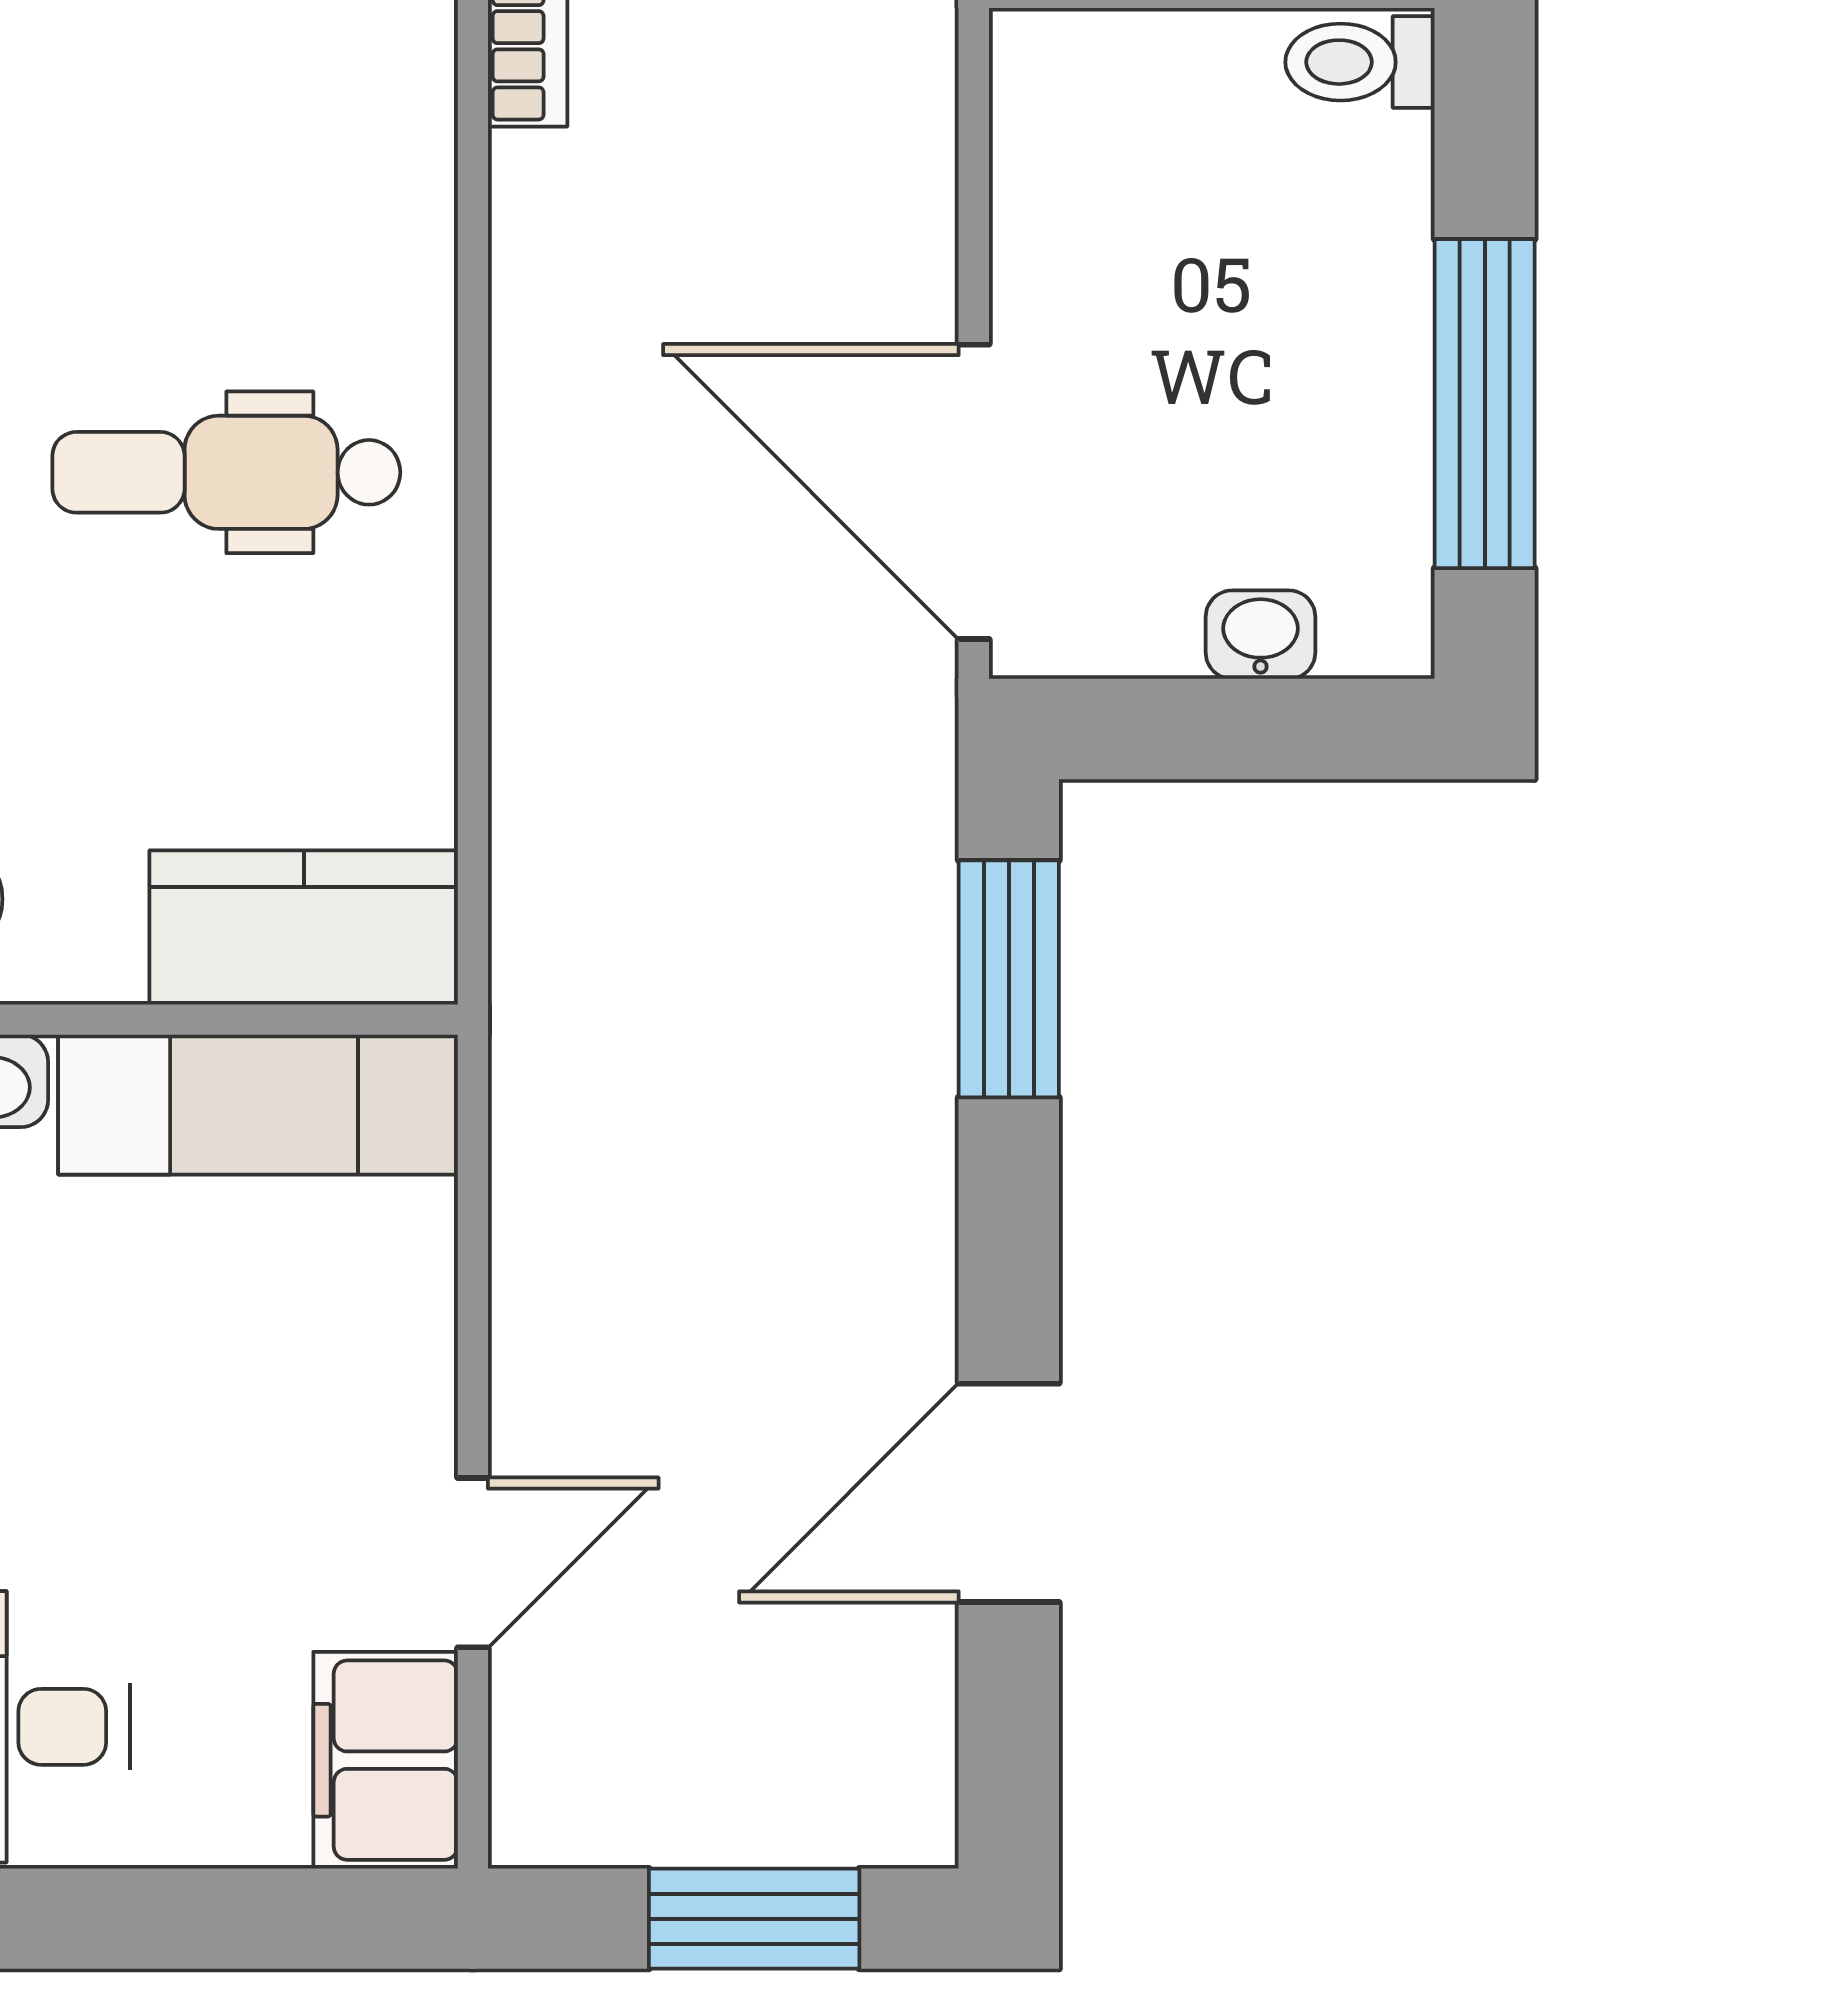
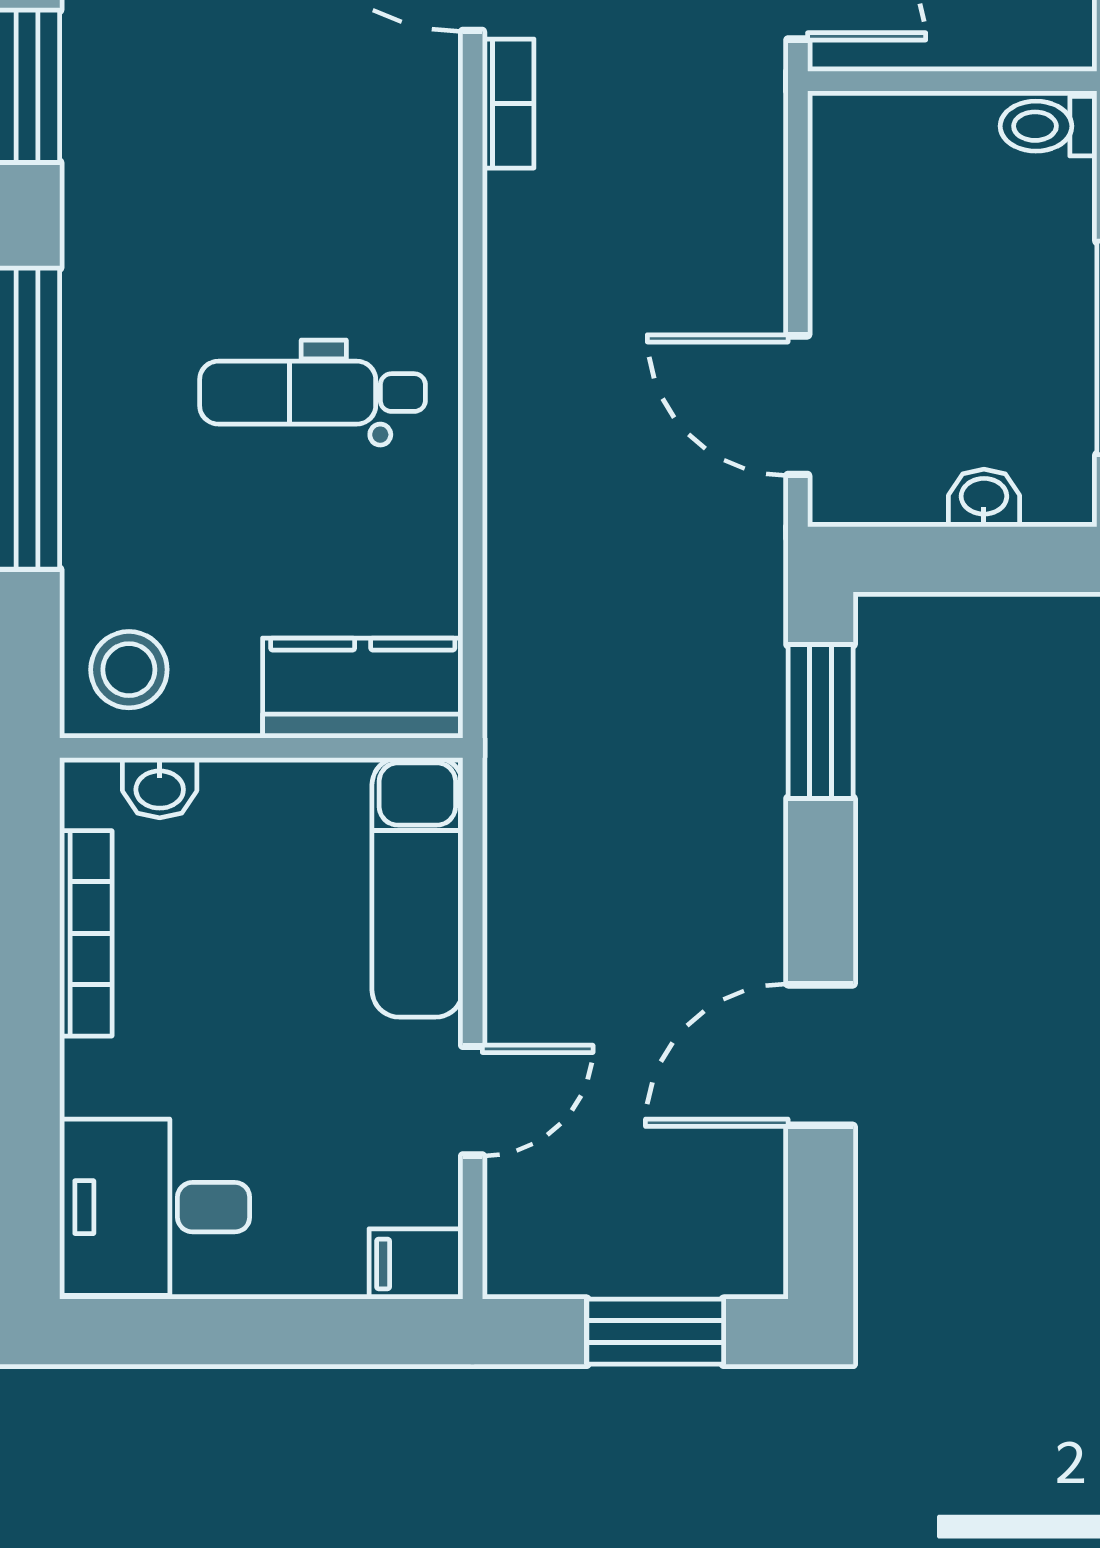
door: (974, 492) -> (798, 405), width x0.73
exam couch: (258, 1105) -> (417, 887), moved, turned 90
filing cabinet: (386, 1760) -> (416, 1264), width x0.50

